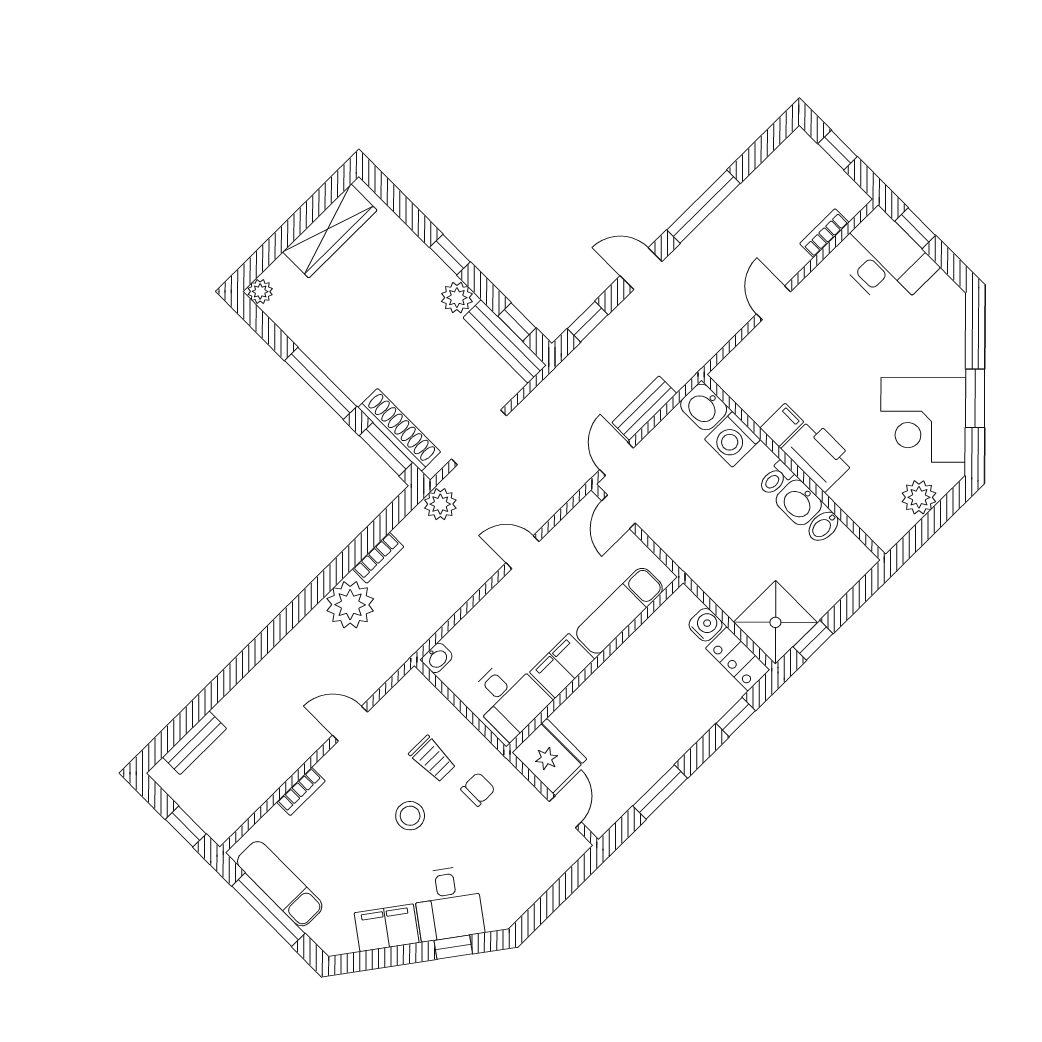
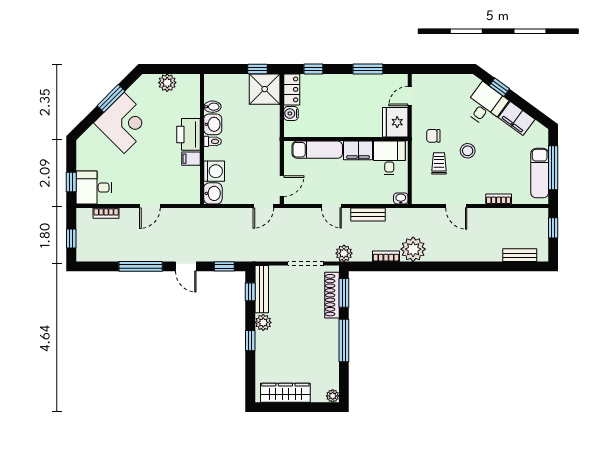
desk: (885, 260) -> (94, 188), width x0.73
bench: (644, 408) -> (368, 214), moved
corner desk: (923, 420) -> (124, 123), moved

